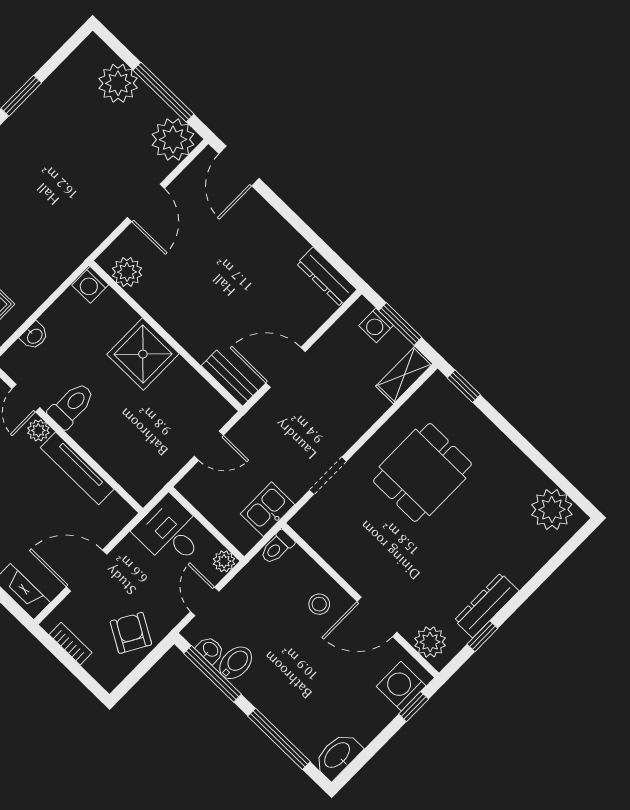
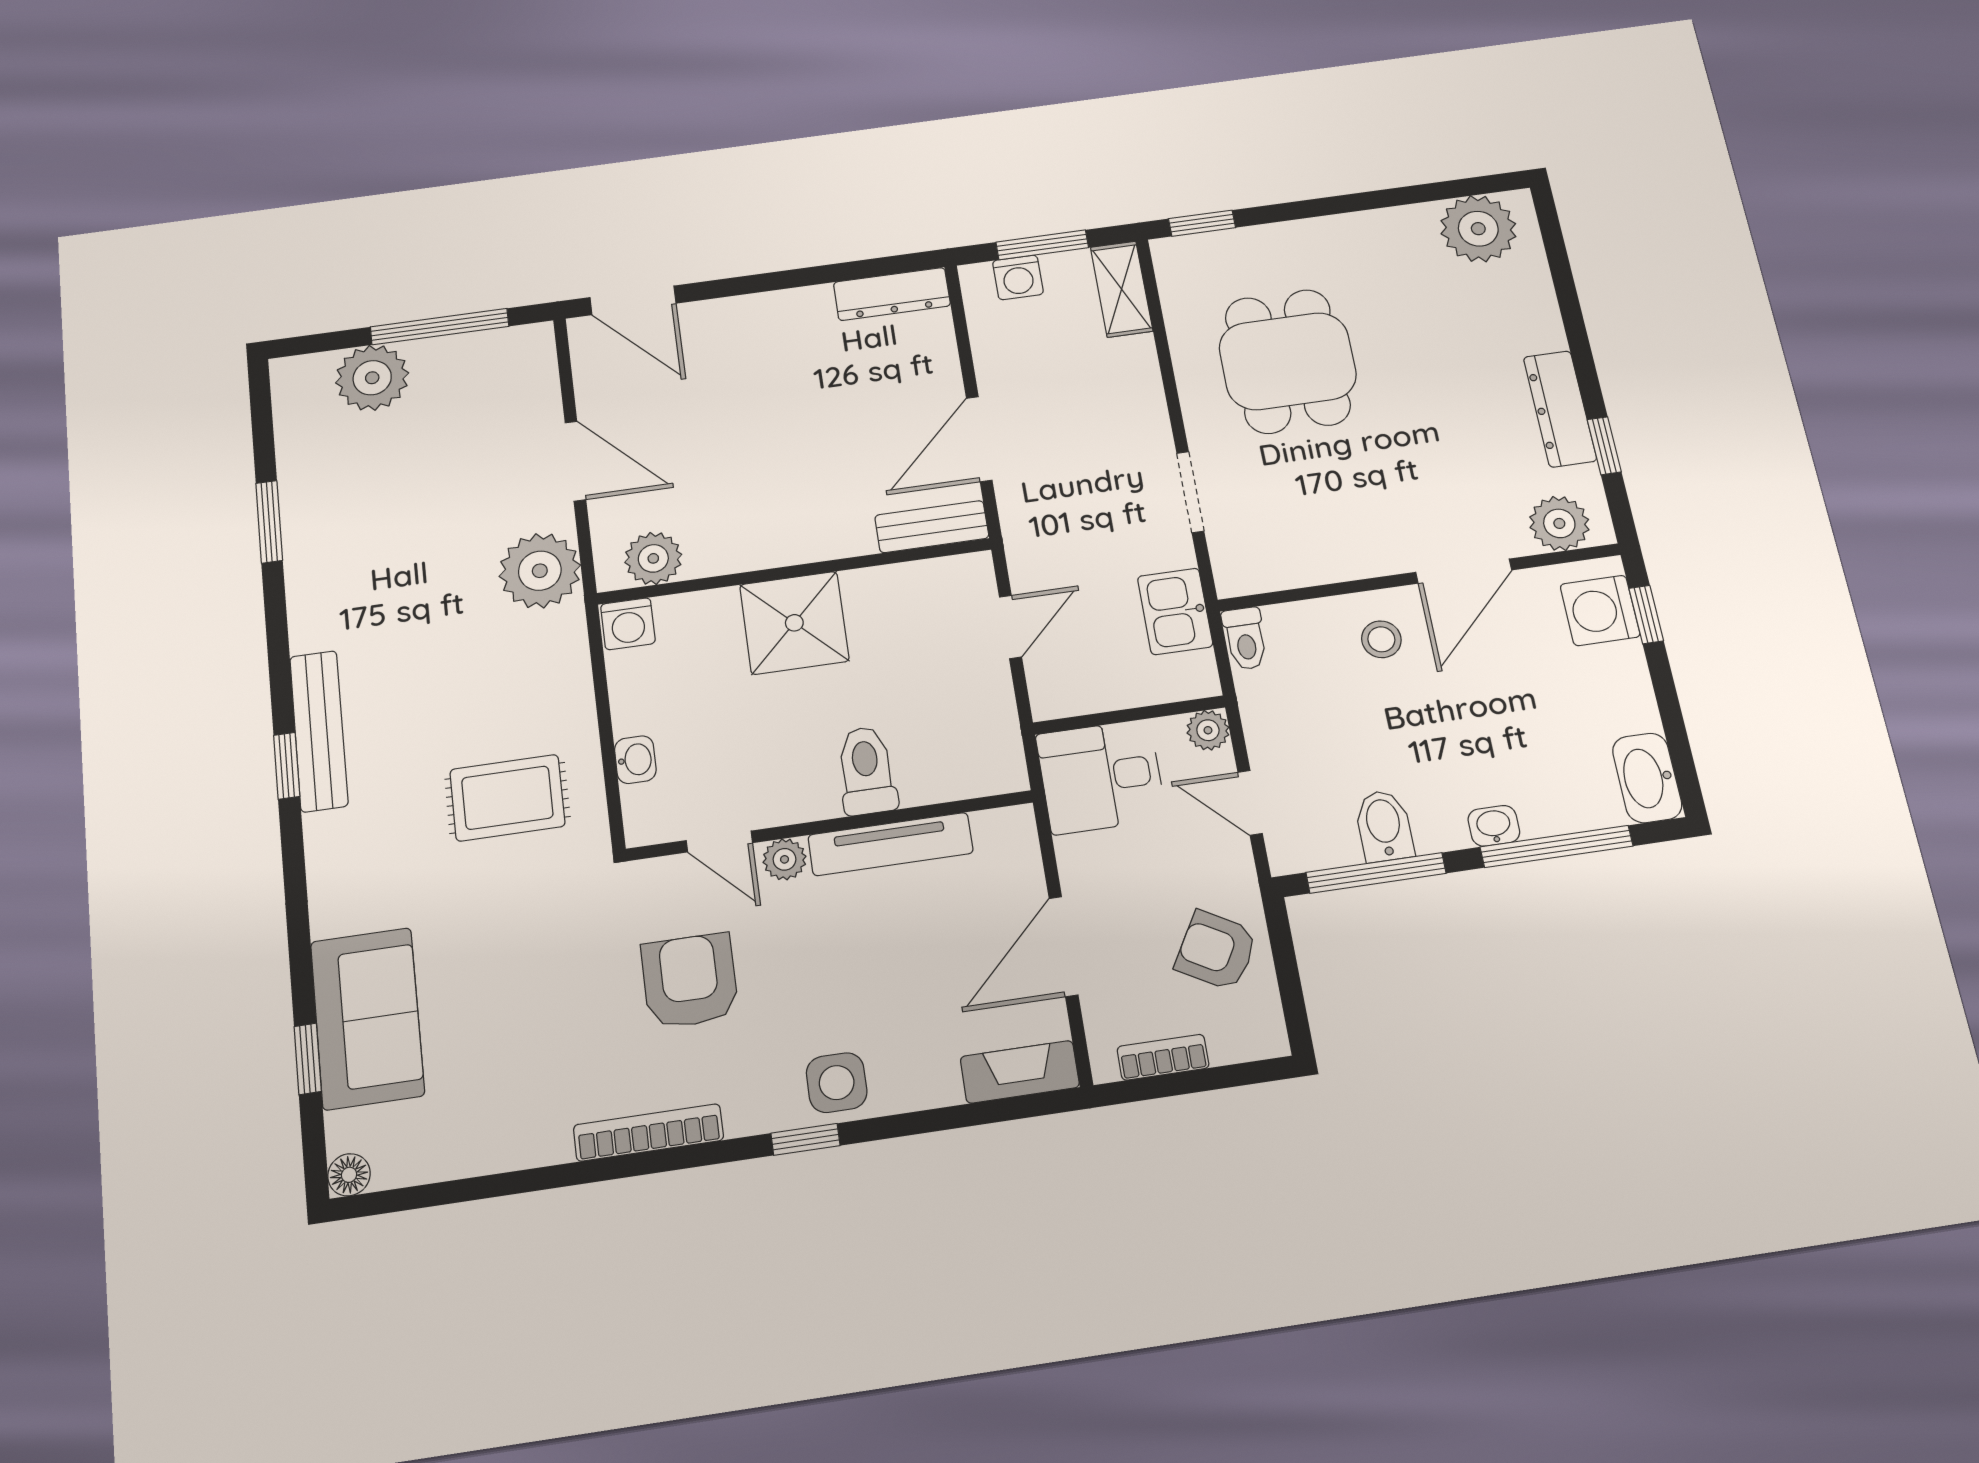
plant: (173, 139) -> (540, 571), moved
toilet: (71, 405) -> (866, 771), moved
washbasin: (210, 650) -> (1494, 826), moved

